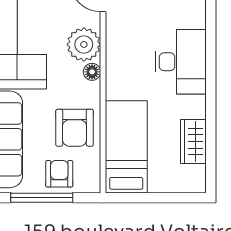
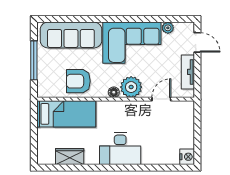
armchair: (59, 174) -> (49, 71), removed

